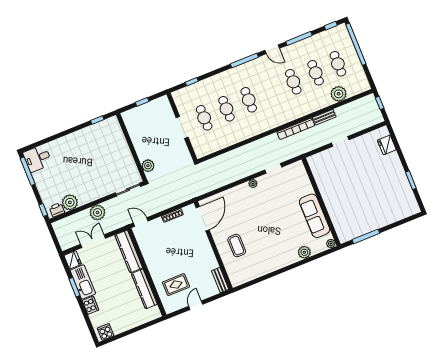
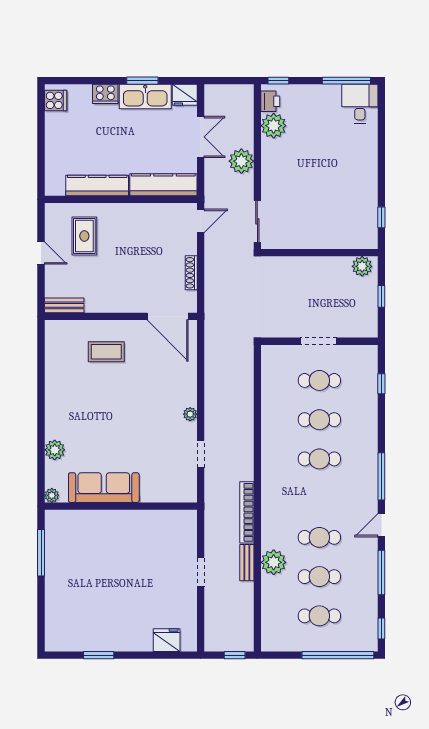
plant: (339, 94) -> (274, 562), moved
plant: (148, 166) -> (362, 266), moved

